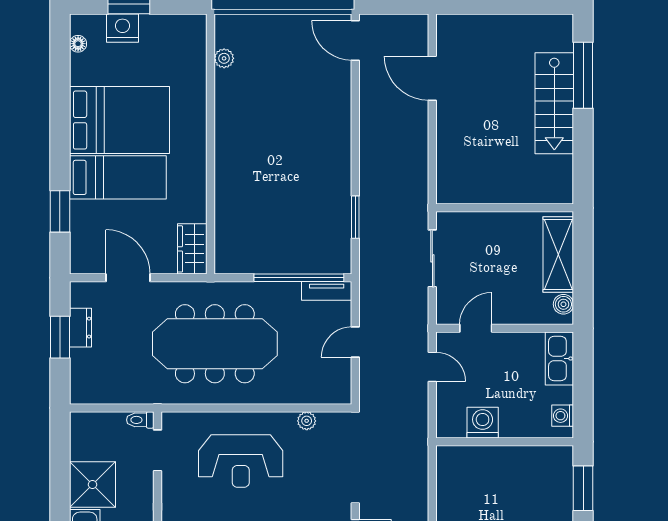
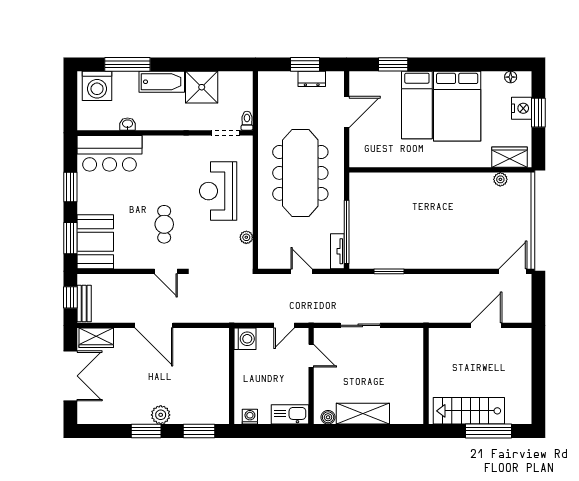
wall: (505, 208) -> (426, 376), moved
wardrobe: (192, 249) -> (509, 157), moved
washing machine: (483, 423) -> (245, 339), moved

